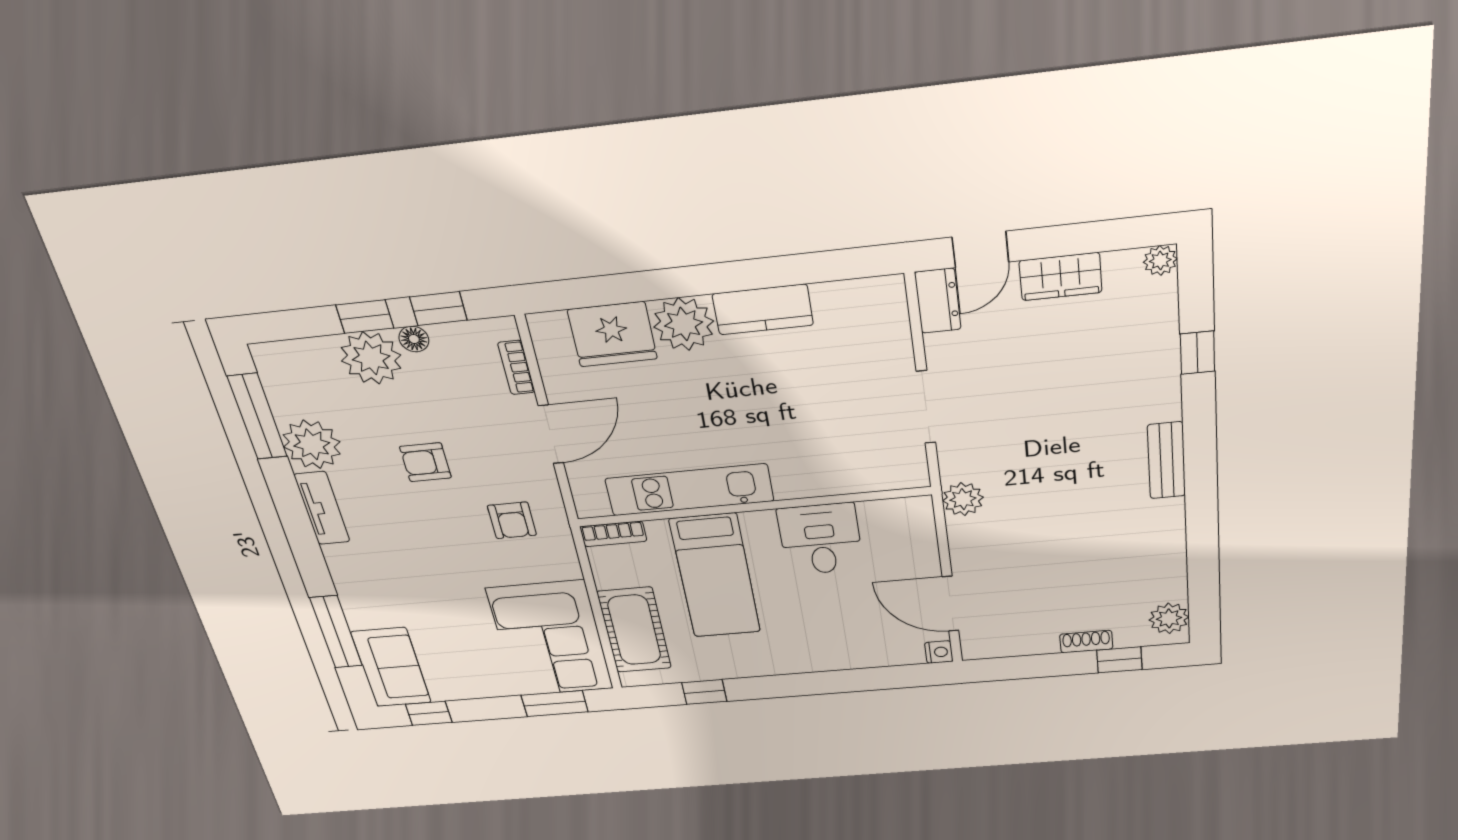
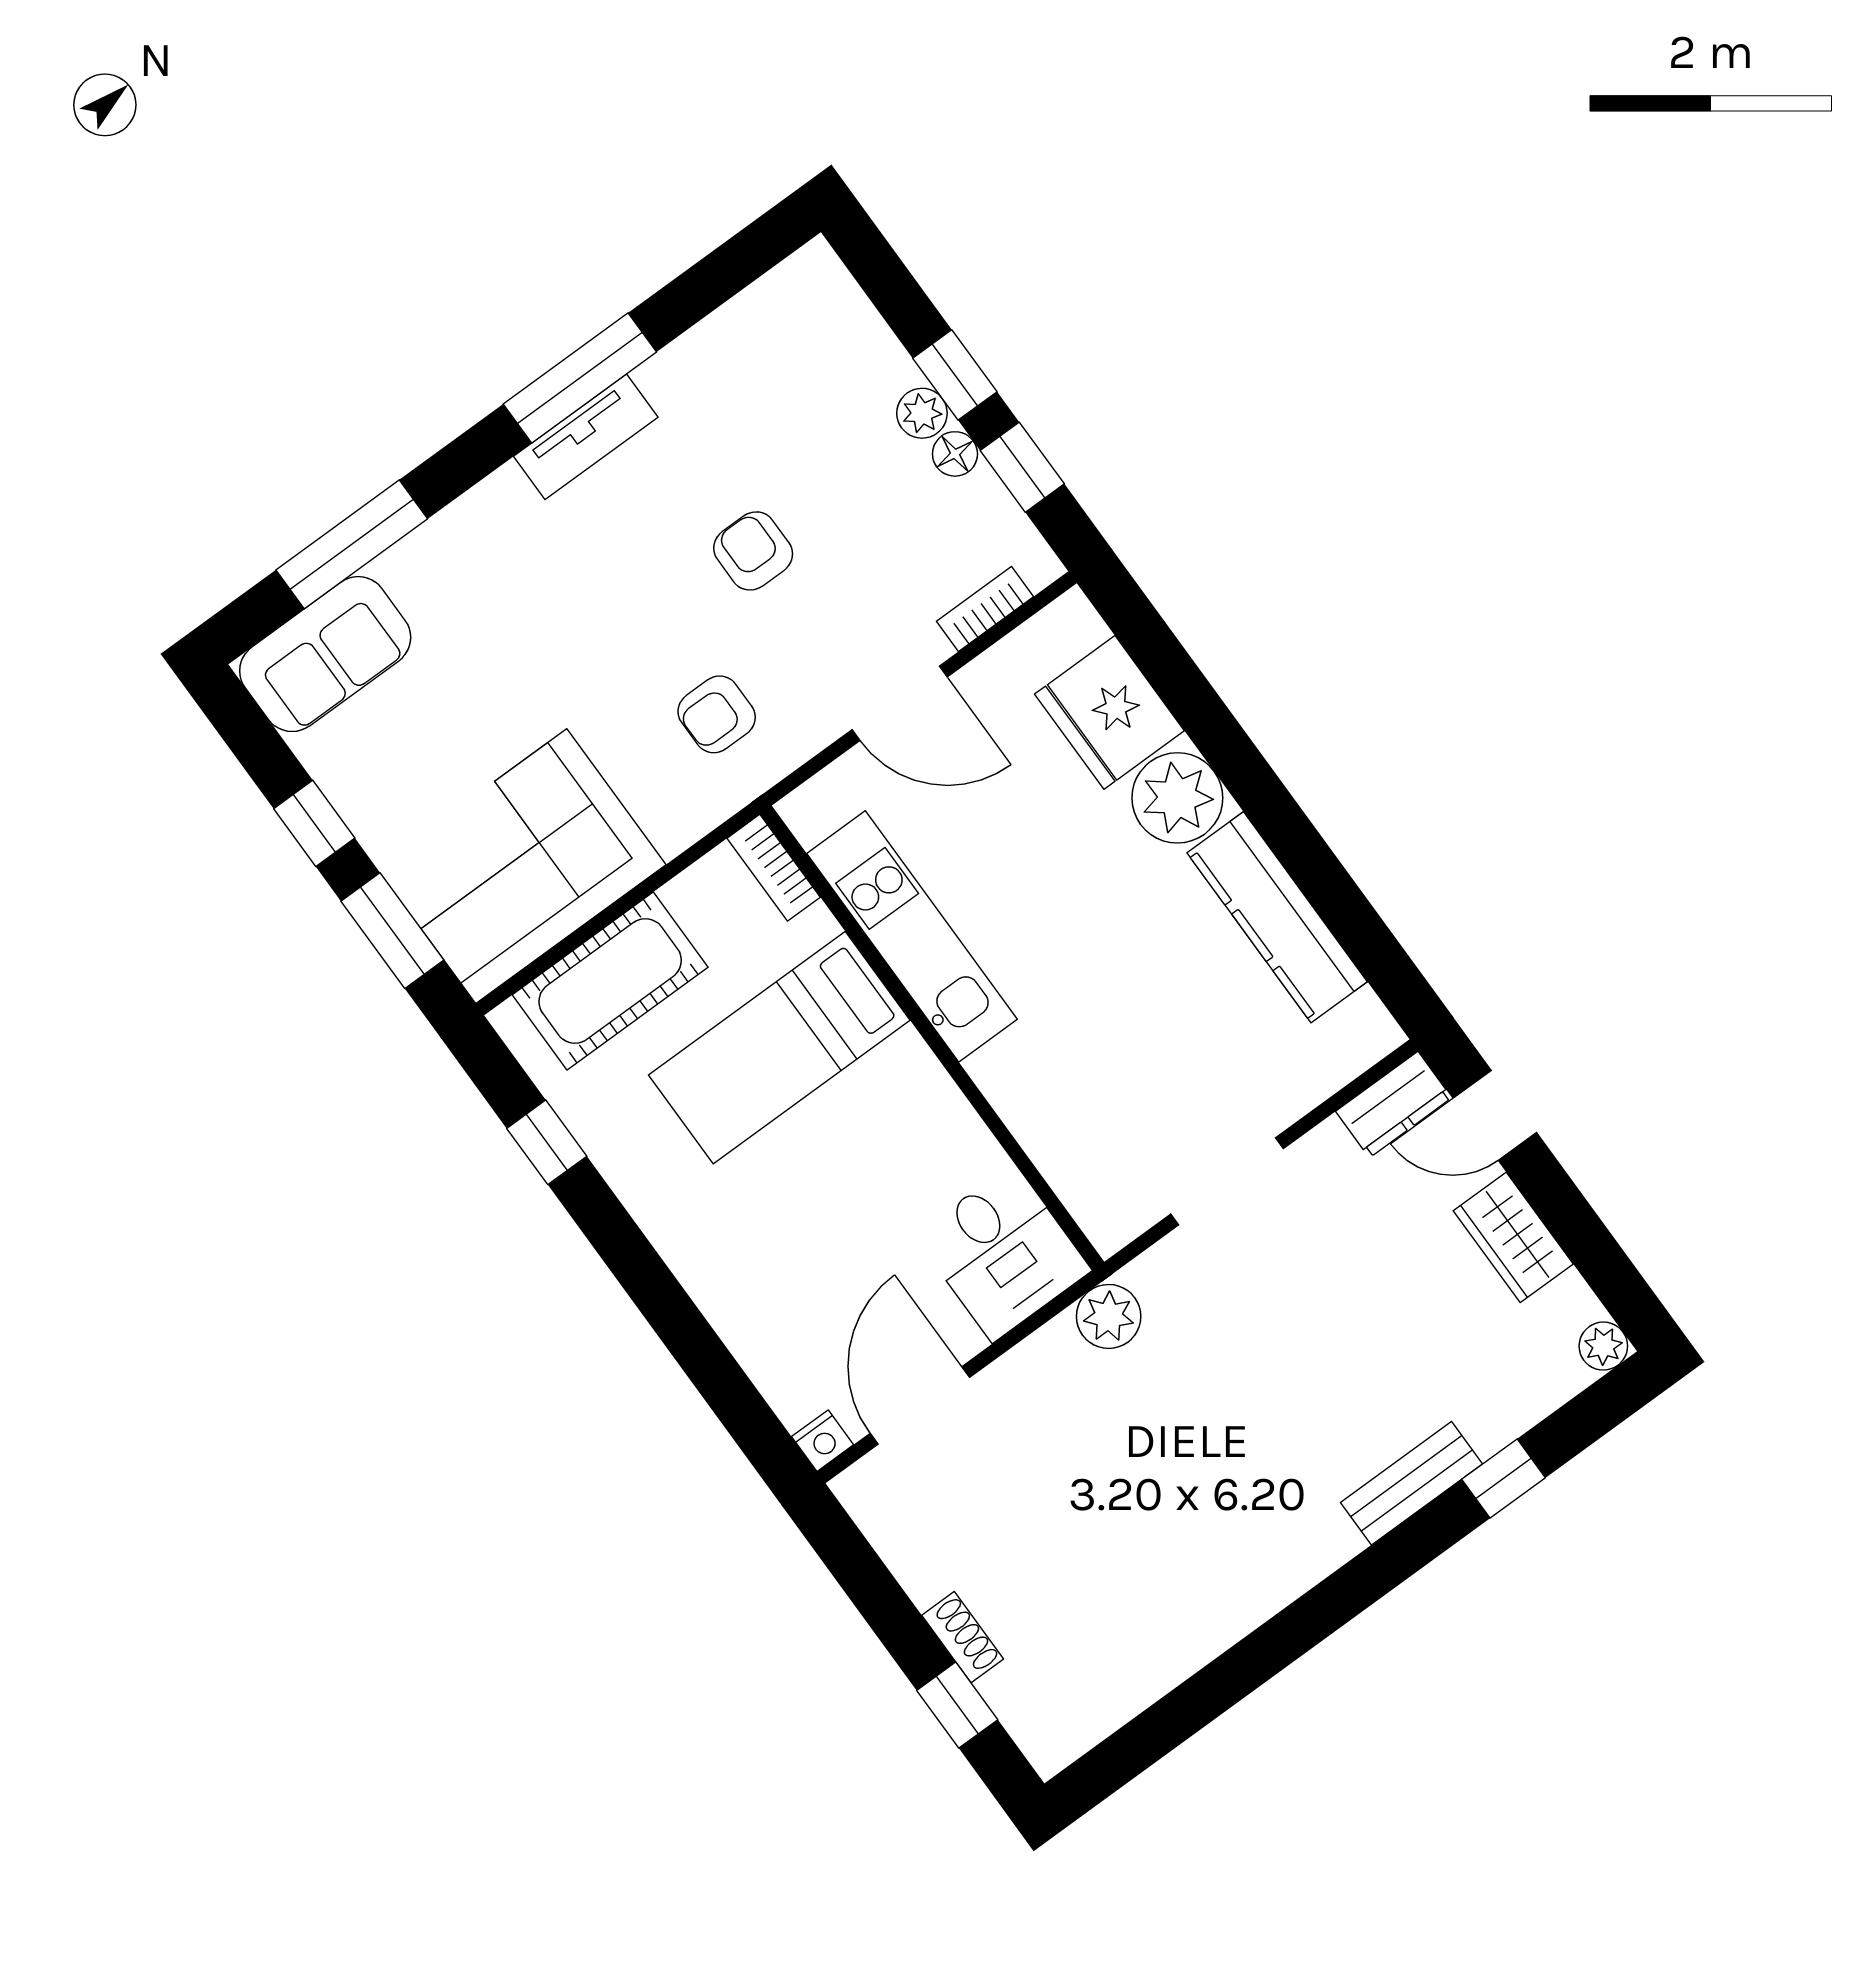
kitchen counter: (763, 309) -> (1277, 917), width x1.50
plant: (371, 358) -> (922, 413), width x0.53, depth x0.53
window: (257, 416) -> (580, 378), moved
plant: (312, 444) -> (695, 381), removed
bench: (1166, 460) -> (1412, 1483), moved
desk: (820, 539) -> (1003, 1253), moved, turned 90
plant: (1169, 618) -> (1070, 1725), removed
window: (429, 713) -> (314, 823), moved

